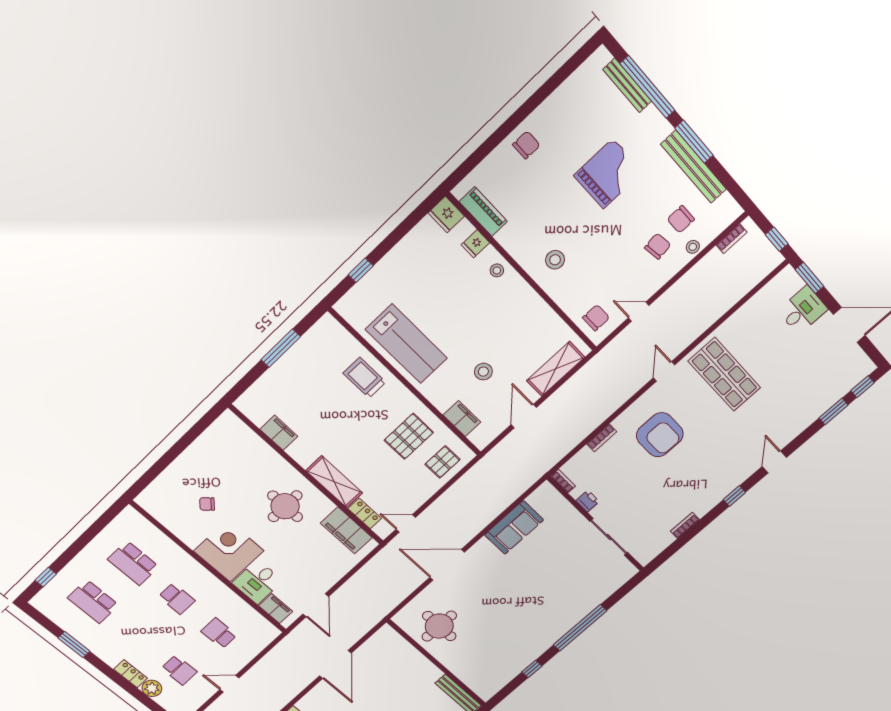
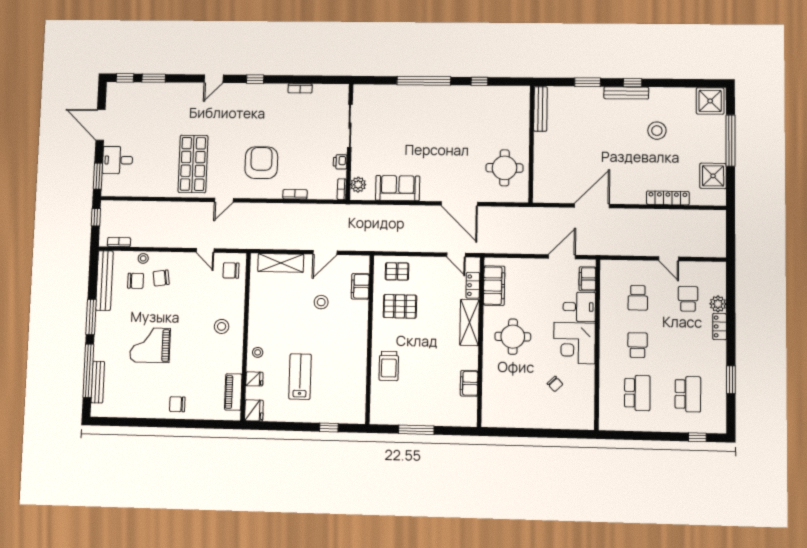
bench: (694, 167) -> (104, 280), moved
lab bench: (407, 344) -> (300, 377), moved, width x0.73, depth x0.72
plant: (552, 498) -> (358, 185), added

